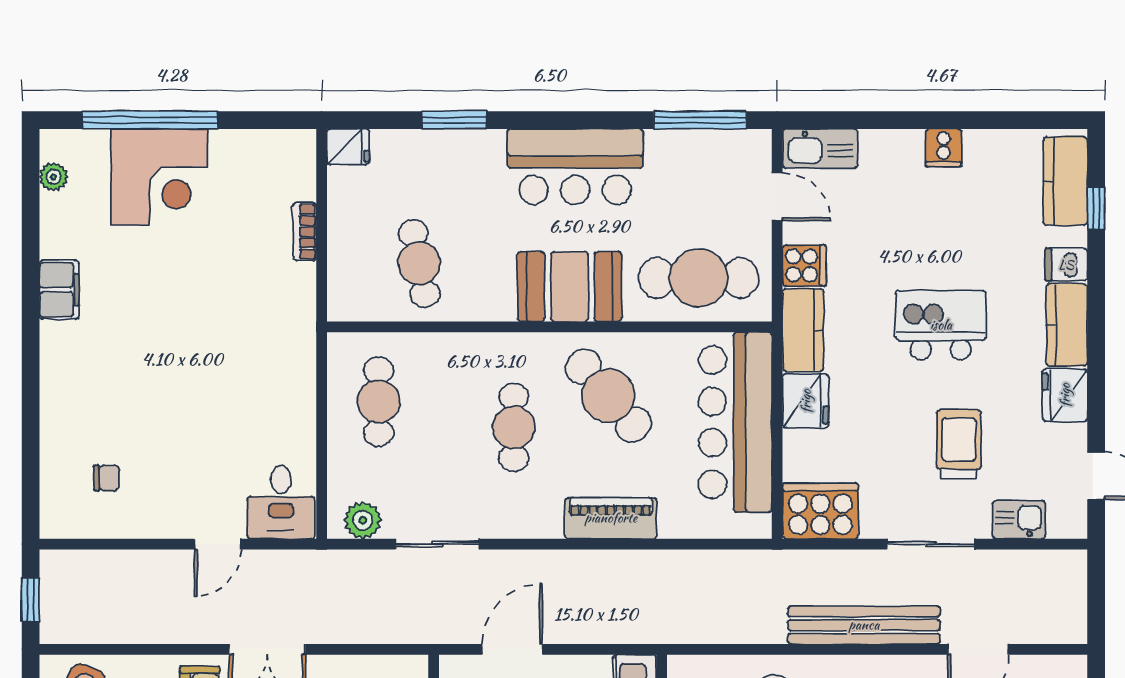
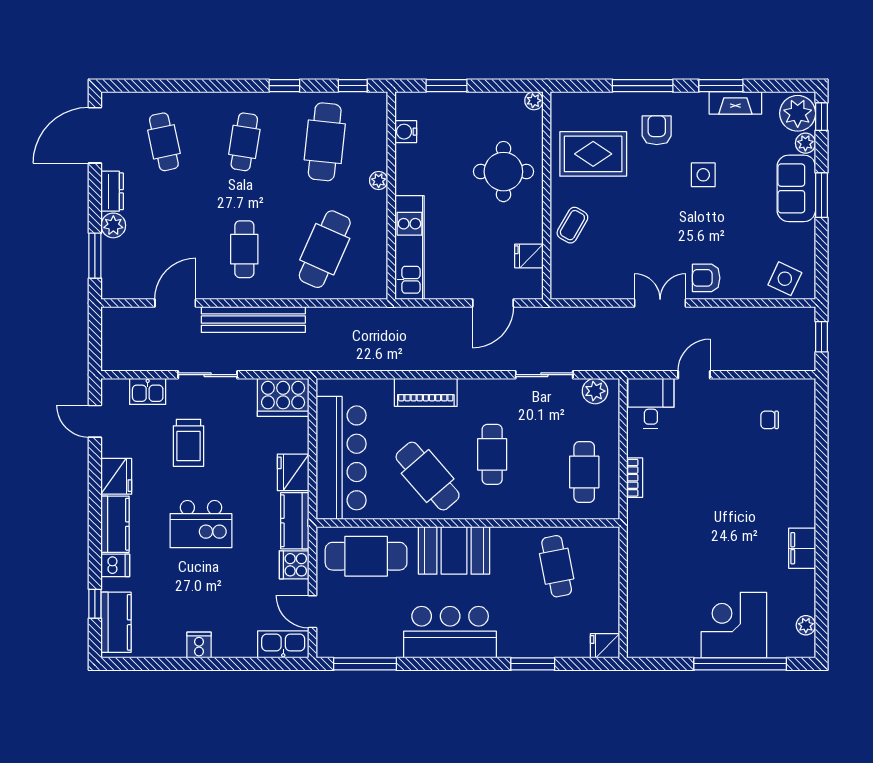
bookcase: (305, 232) -> (635, 478), moved

